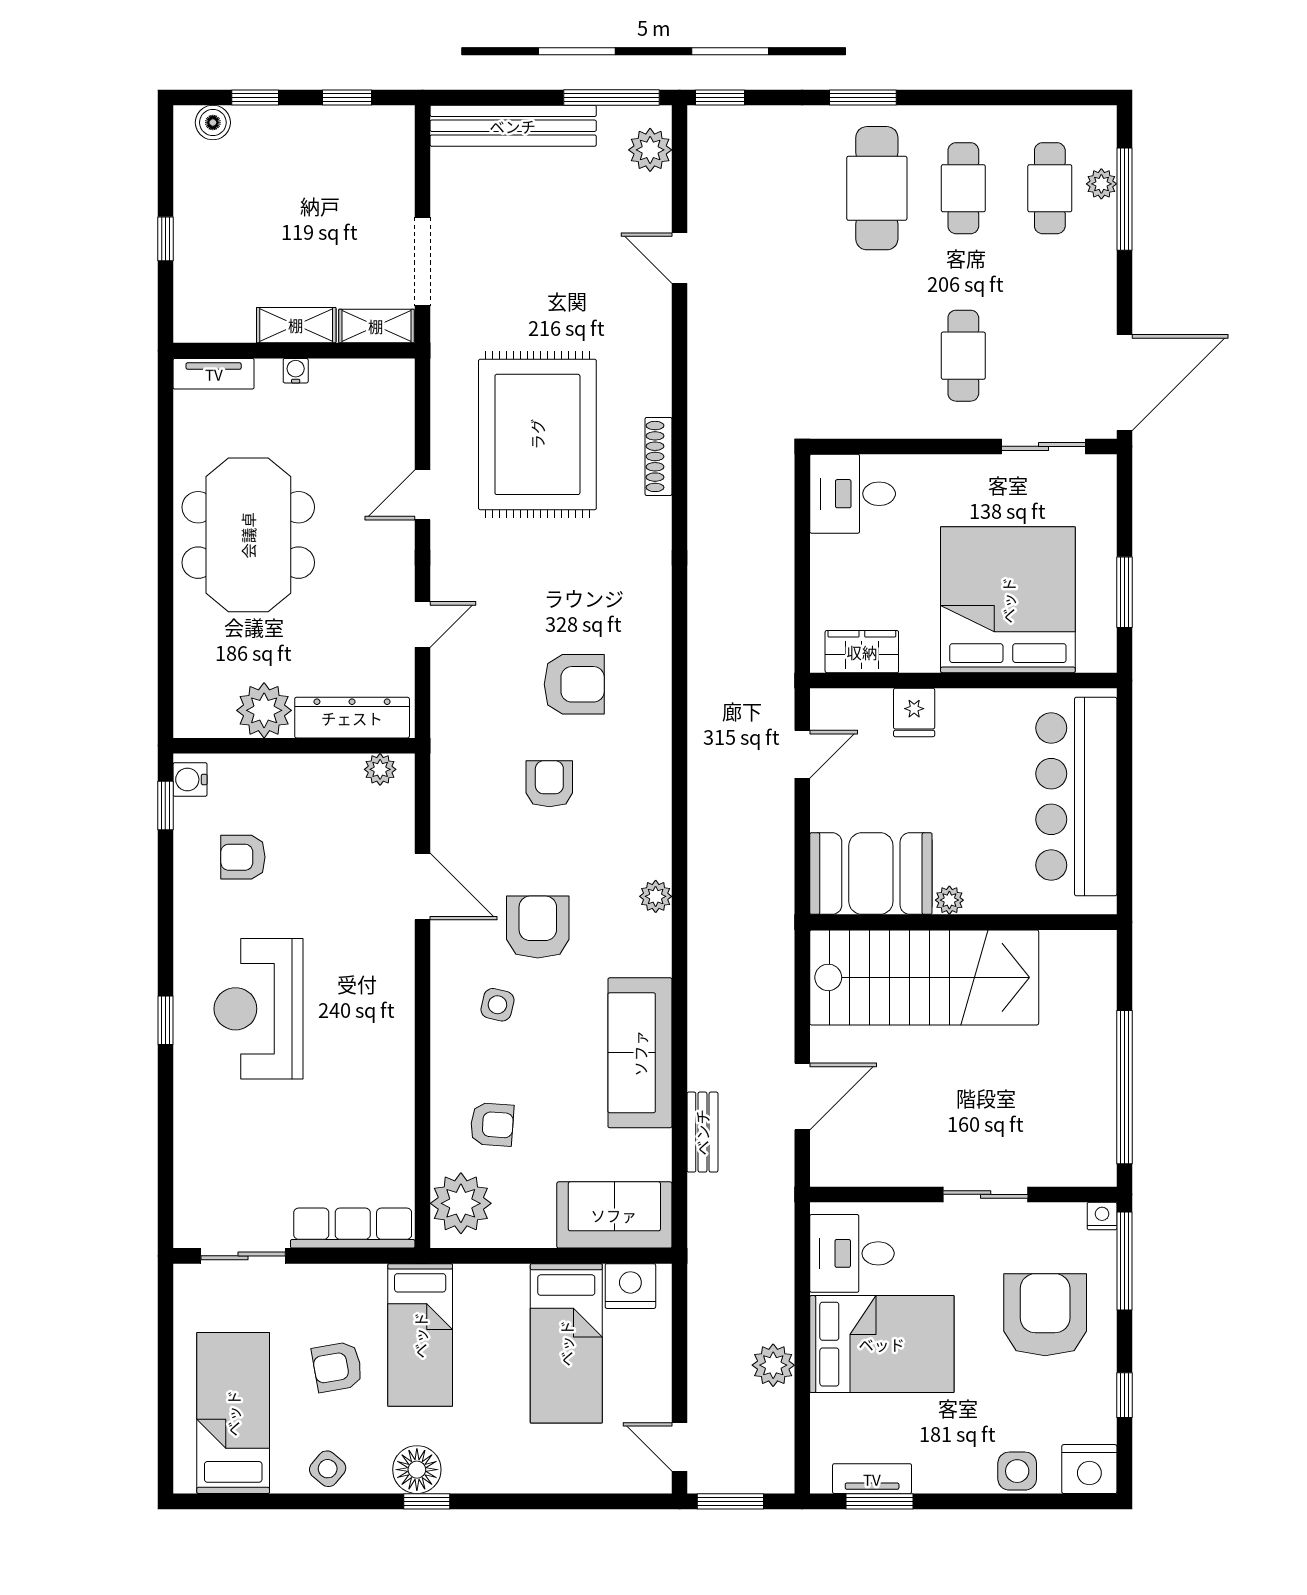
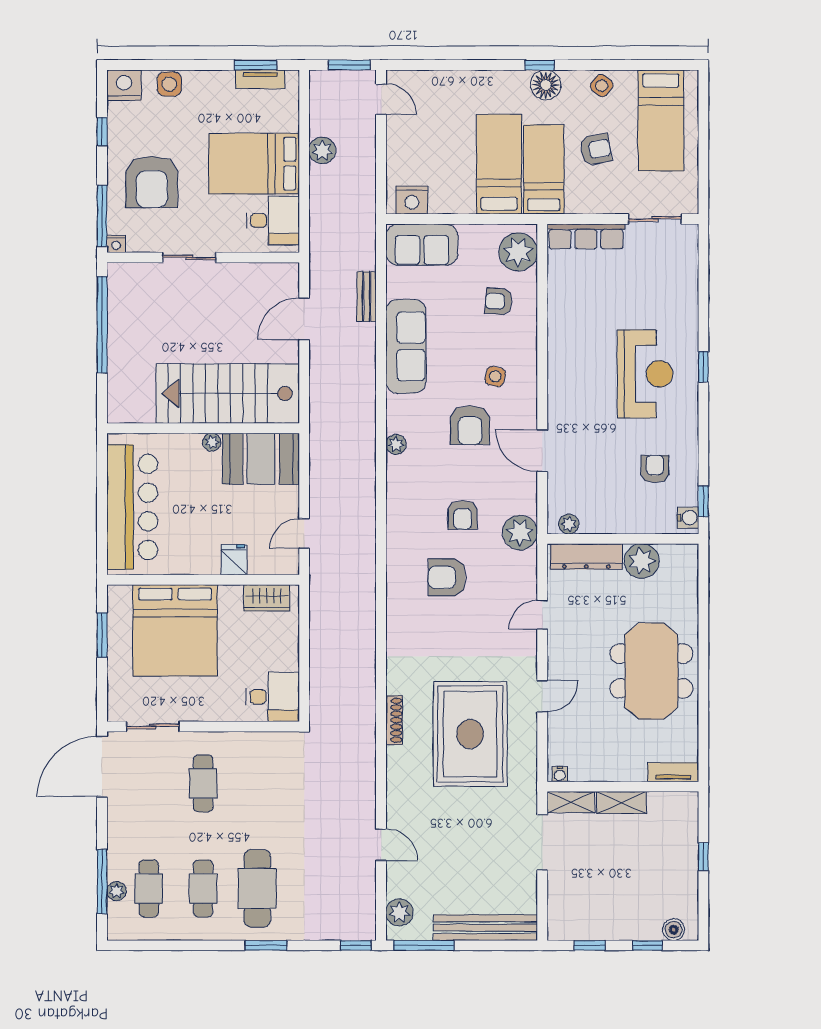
water cooler: (296, 371) -> (560, 774), moved
plant: (458, 756) -> (520, 533), added
armchair: (243, 857) -> (655, 469), turned -90
bed: (566, 1343) -> (499, 164), moved

